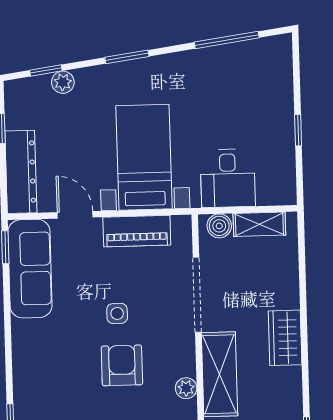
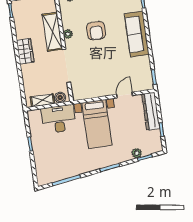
desk: (228, 178) -> (59, 119), width x1.37
door: (75, 215) -> (125, 95), swing flipped
piano: (137, 231) -> (96, 91), removed
sofa: (30, 269) -> (137, 34), moved
side table: (117, 313) -> (101, 53), removed
plant: (186, 388) -> (68, 34), moved

